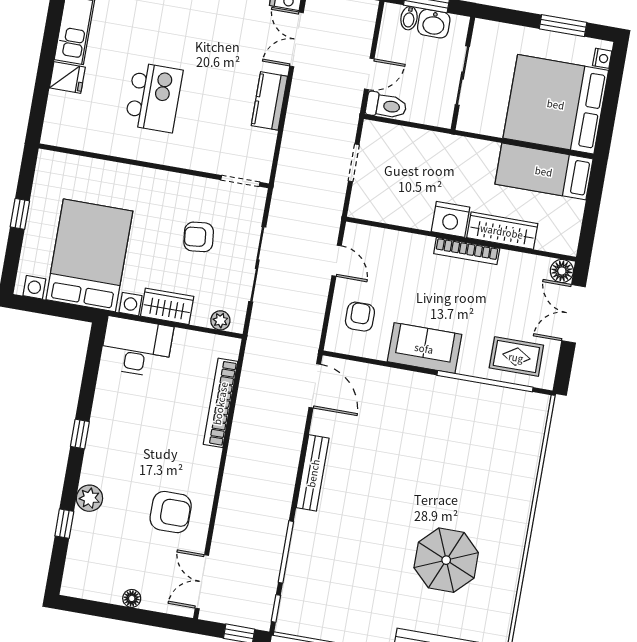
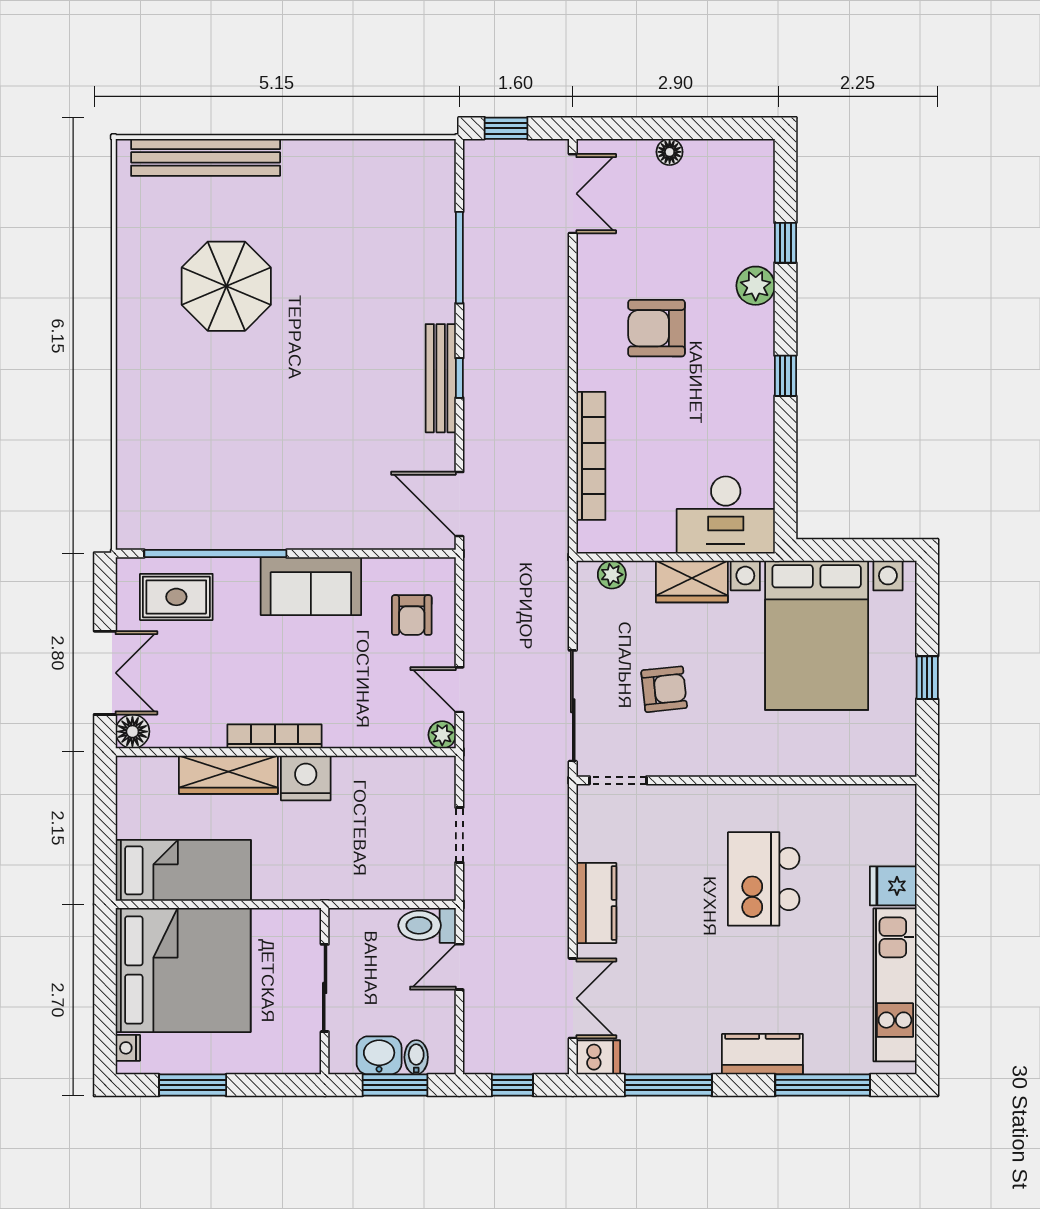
plant: (354, 232) -> (442, 735), added
sliding door: (257, 264) -> (573, 706), moved
armchair: (171, 512) -> (656, 328), moved
window: (276, 608) -> (459, 378), moved

